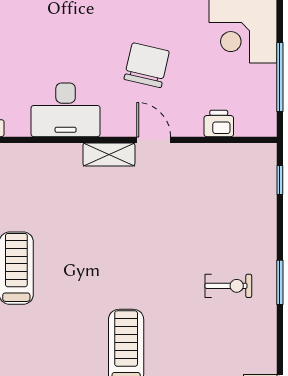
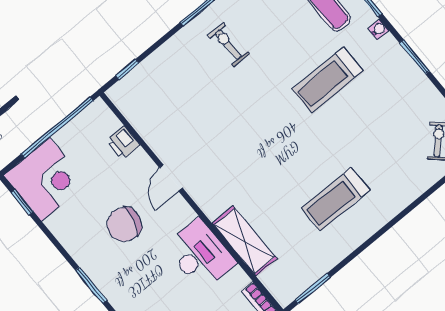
window: (280, 77) -> (57, 127), width x1.46
shelving: (109, 154) -> (244, 241), moved, width x1.50, depth x1.33

